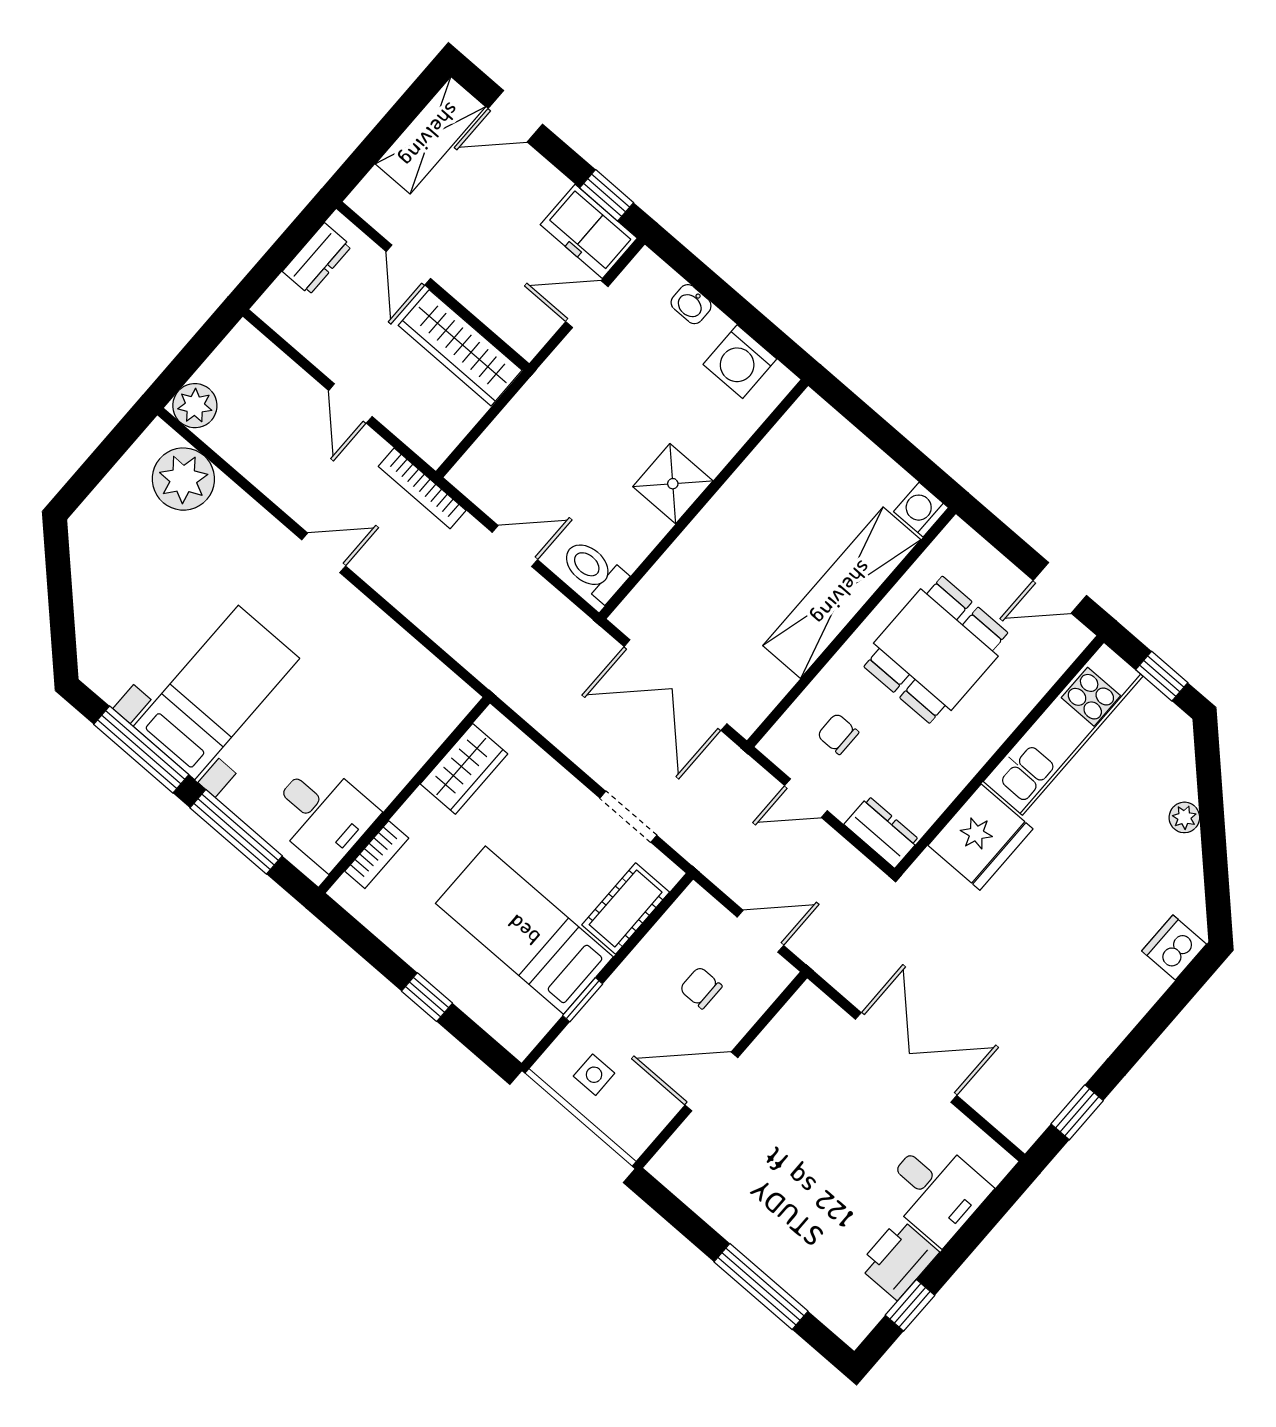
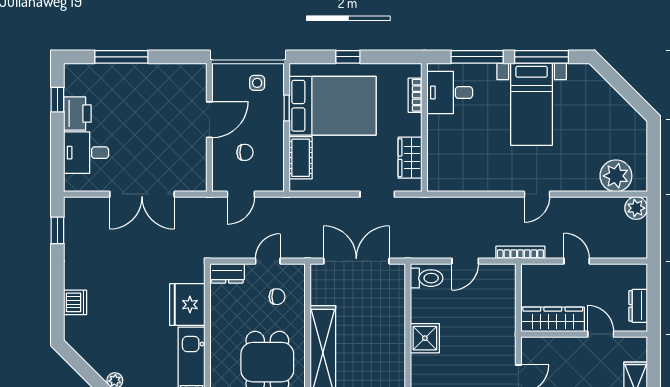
doorway: (628, 817) -> (377, 194), moved
bed: (524, 930) -> (333, 106), width x1.50
dishwasher: (1174, 948) -> (75, 302), moved

